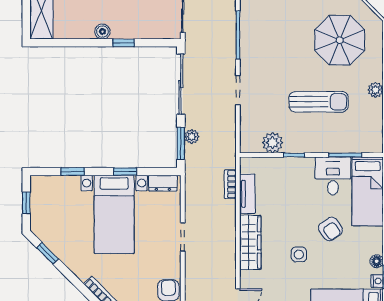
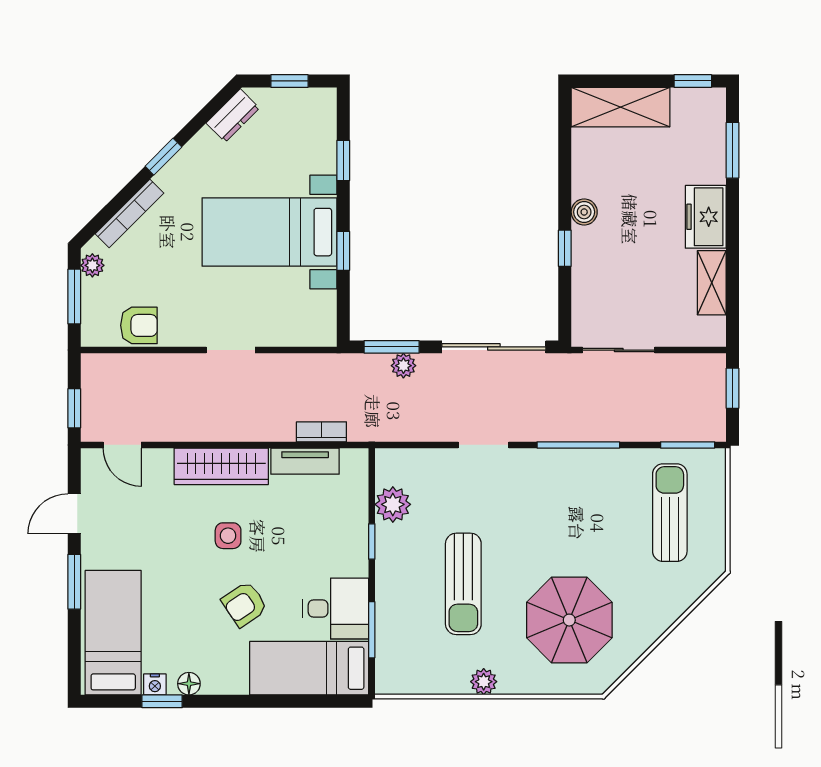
dresser: (163, 183) -> (233, 116), moved, turned -135
window: (48, 253) -> (163, 157), moved
side table: (299, 254) -> (228, 536), moved

